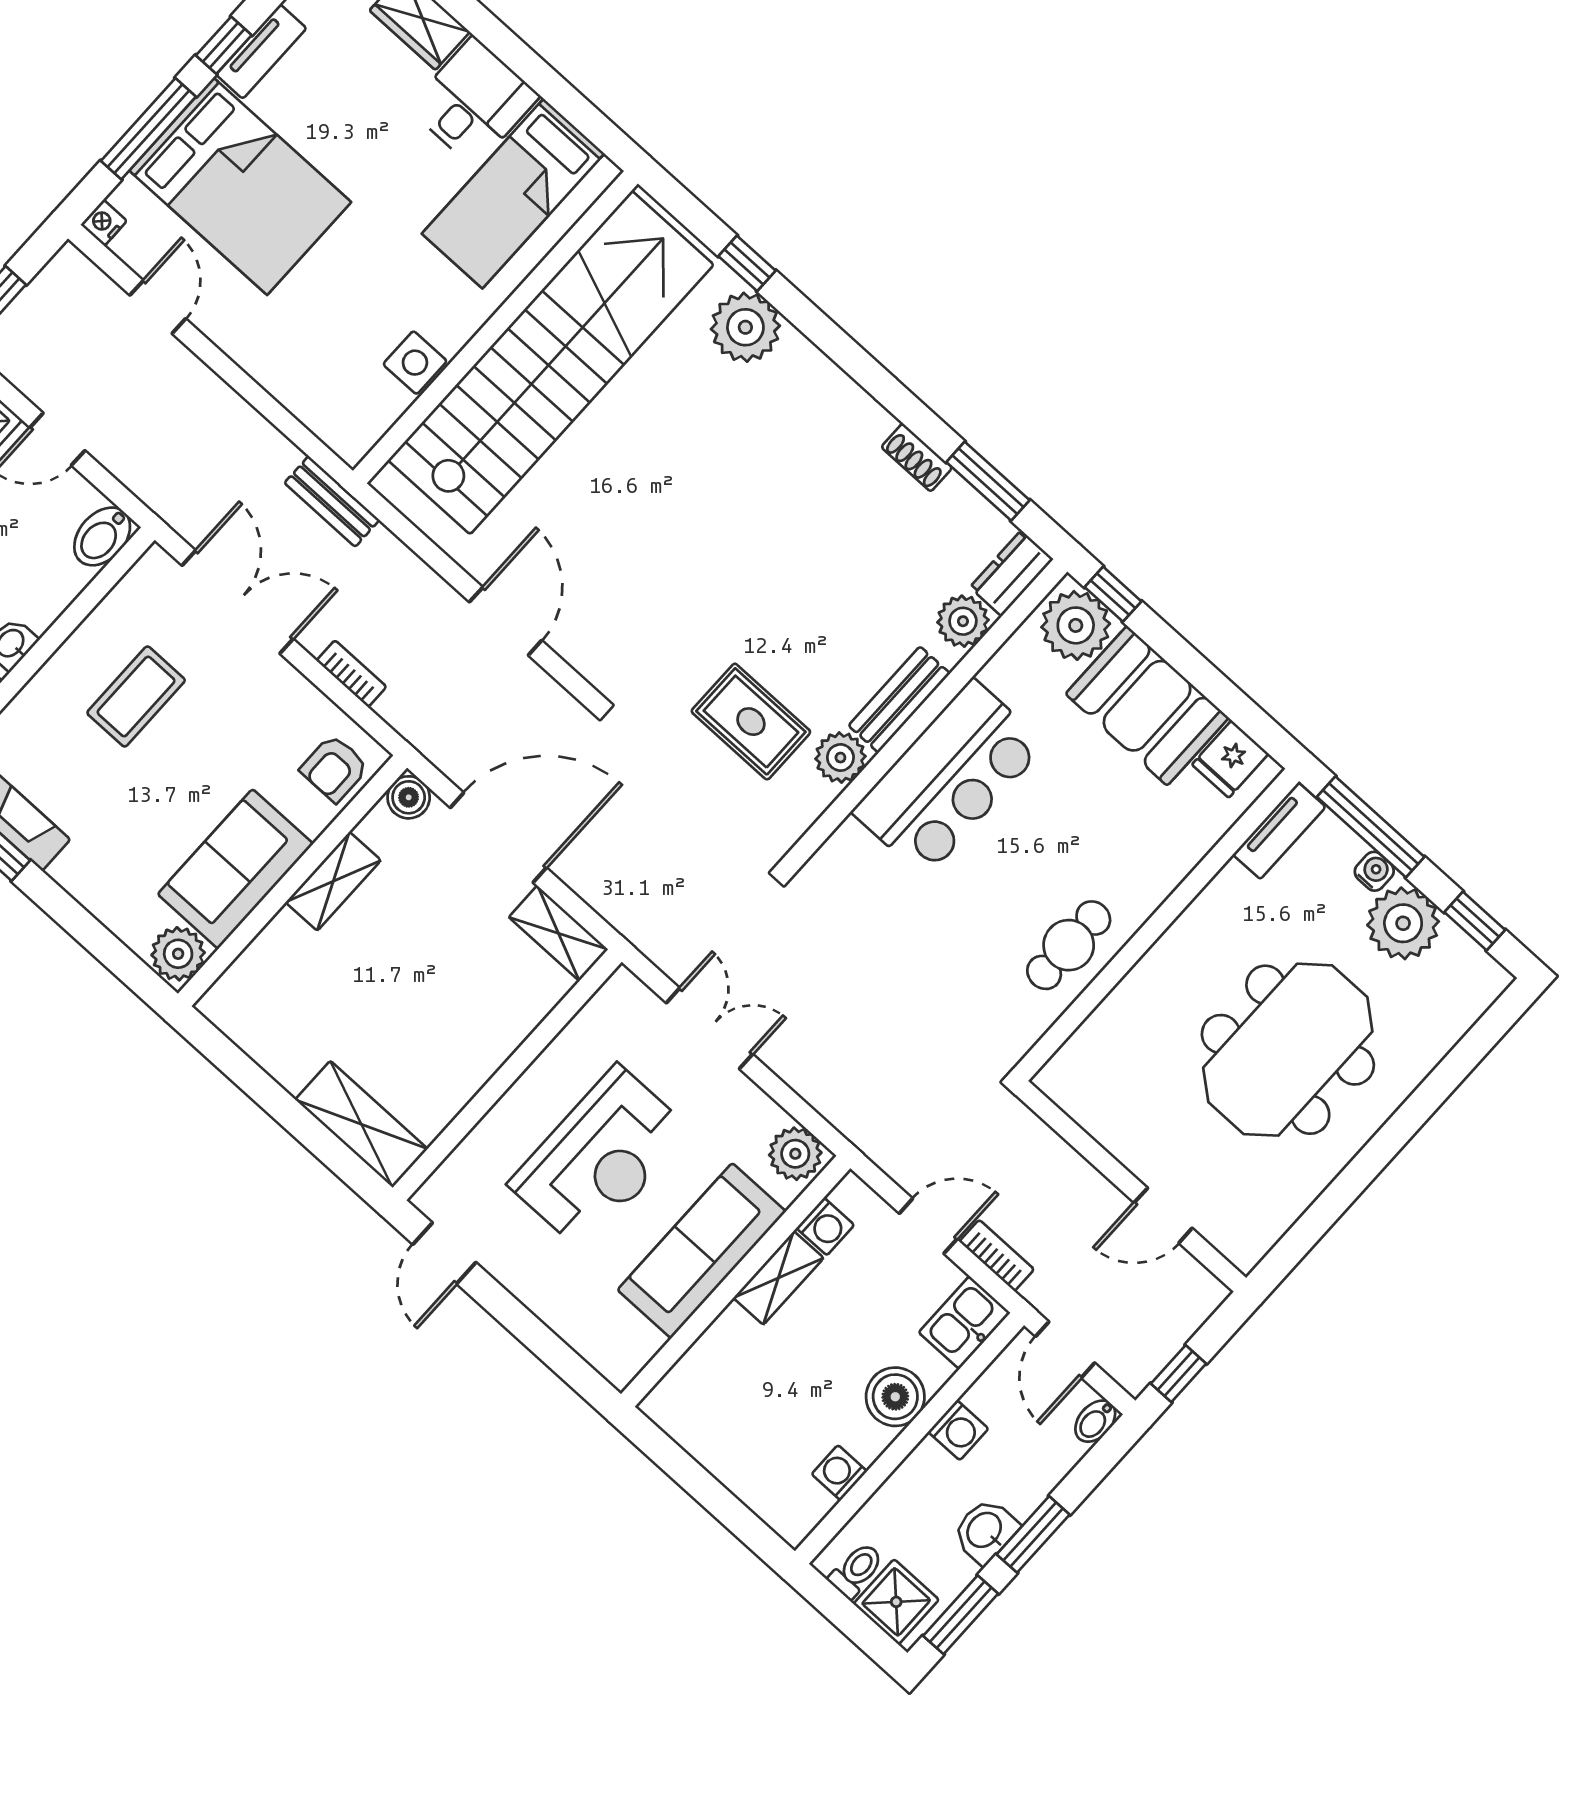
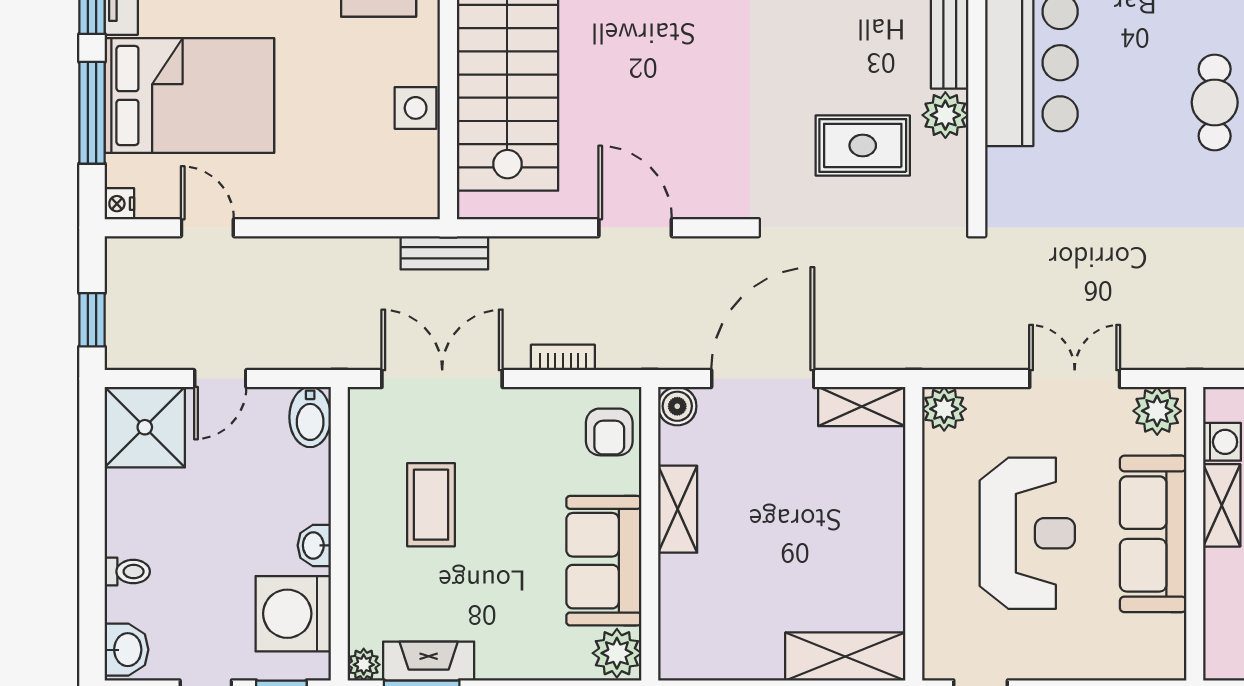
plant: (624, 996) -> (944, 409), added
double door: (710, 1028) -> (1075, 379), moved

